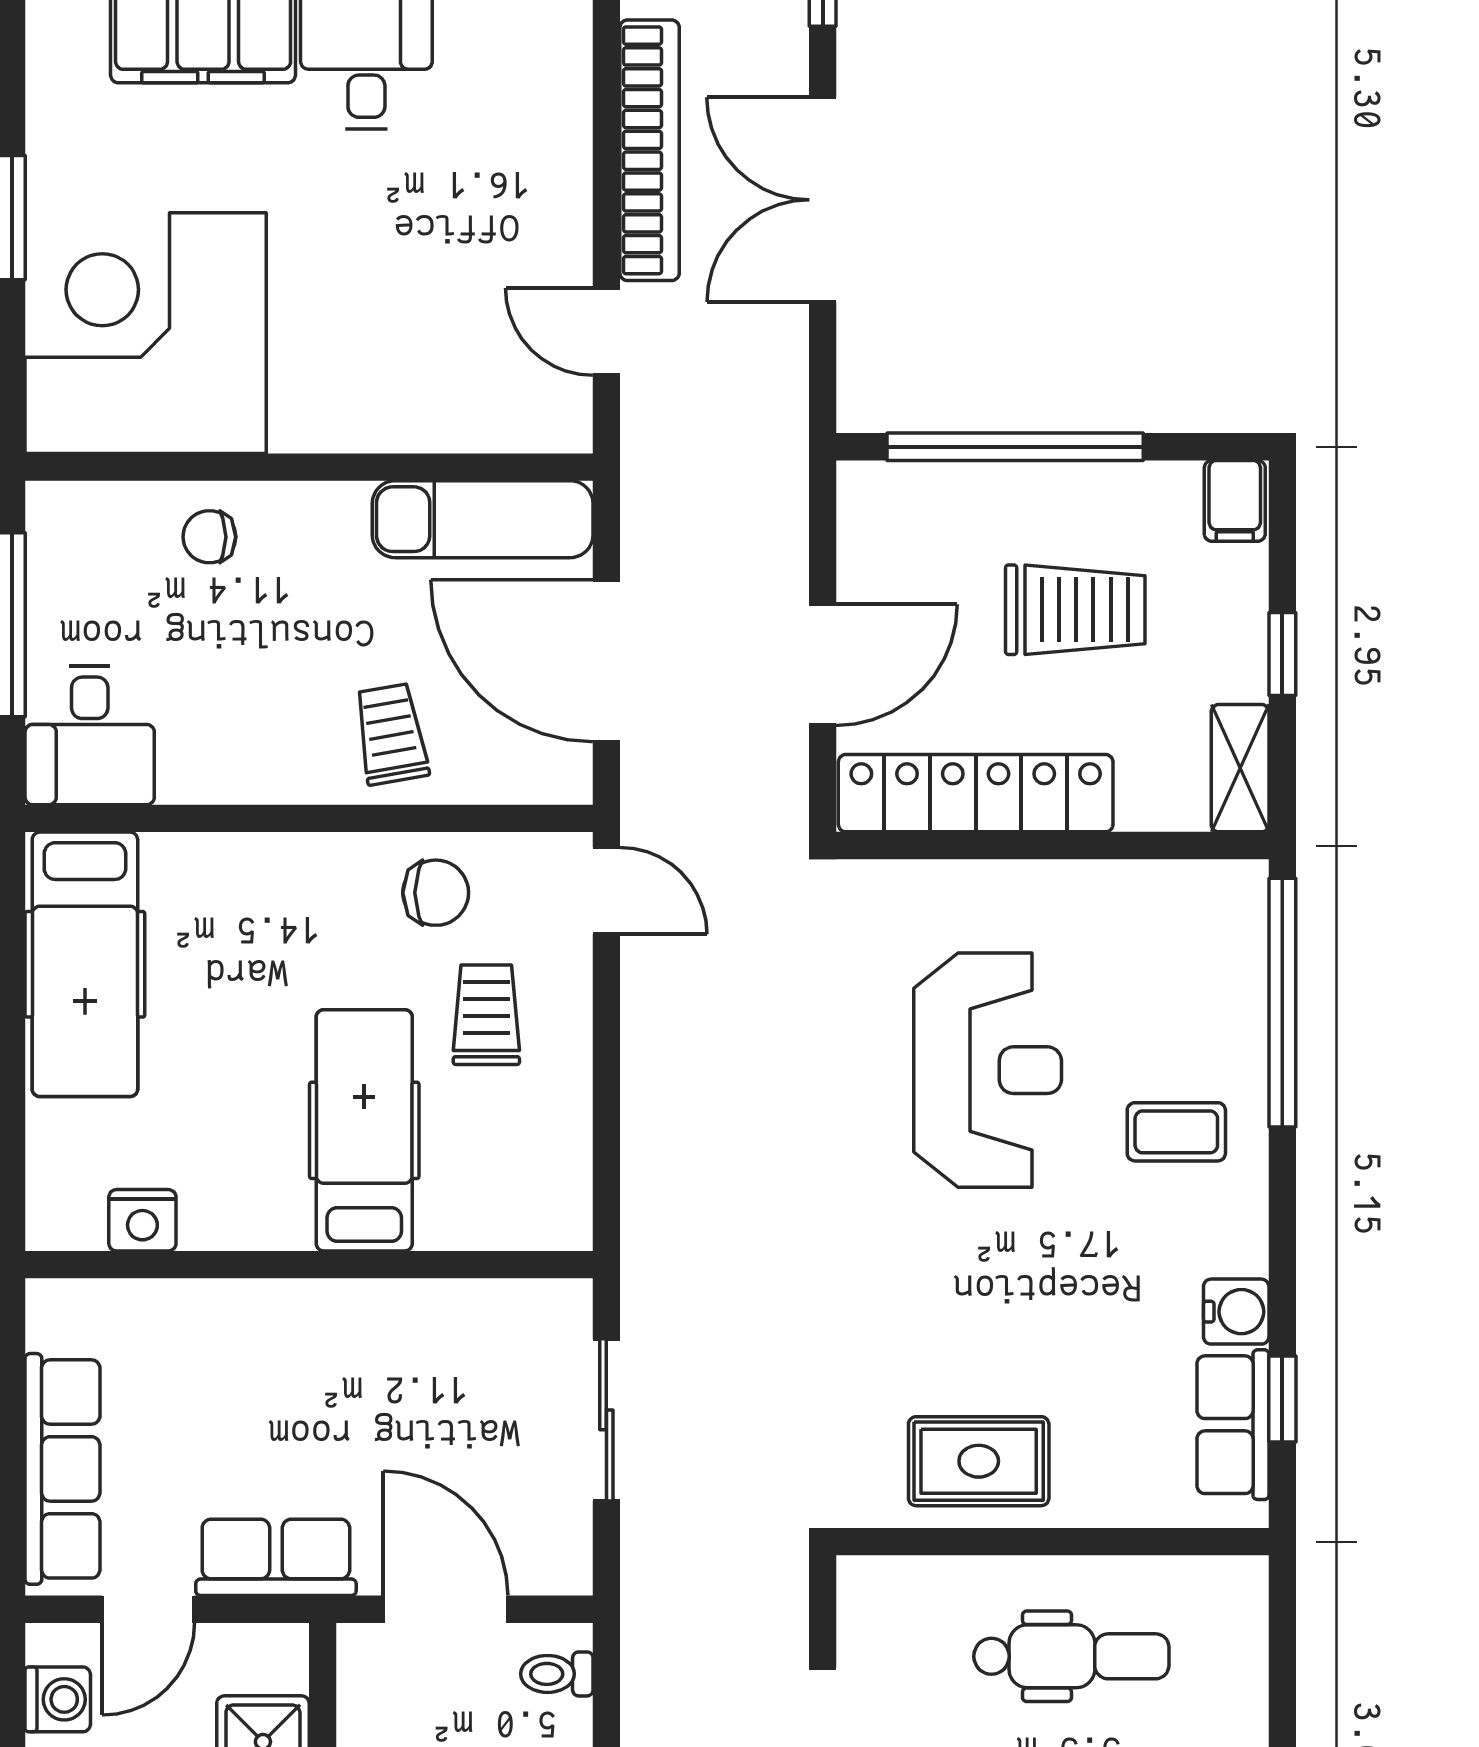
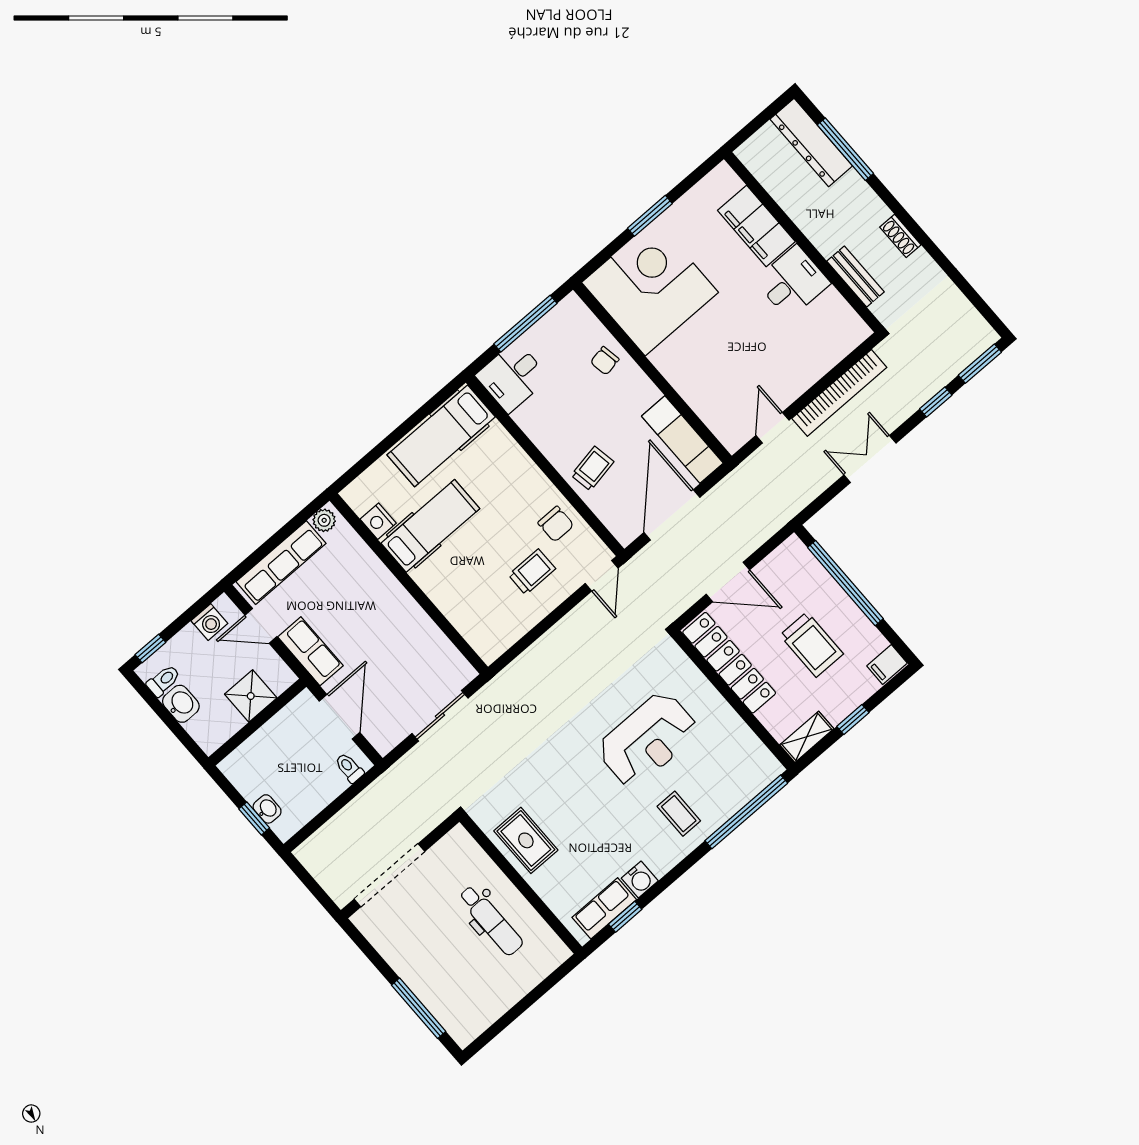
double door: (823, 200) -> (870, 459), width x0.73
chair: (209, 537) -> (605, 361), turned -100
hospital bed: (364, 1130) -> (430, 526), moved
plant: (53, 1320) -> (324, 520), added

